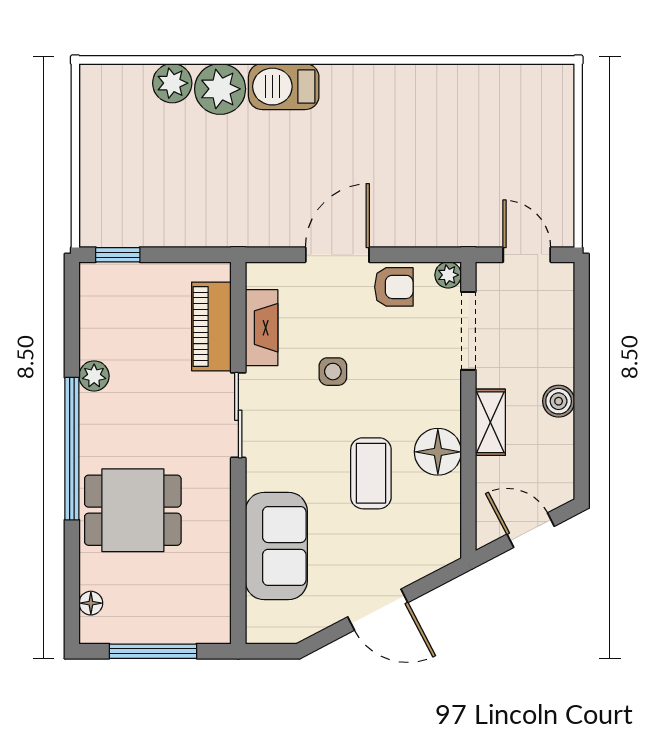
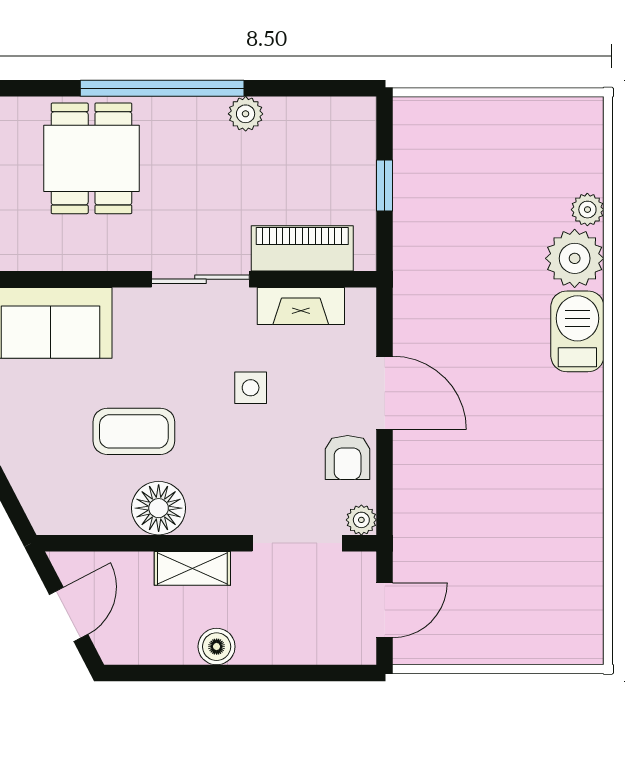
plant: (172, 83) -> (587, 210), width x0.73, depth x0.73
window: (118, 255) -> (385, 186), moved

